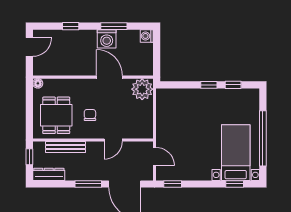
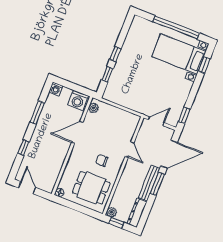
washing machine: (107, 39) -> (78, 100), moved, turned 90
window: (233, 85) -> (107, 74), moved
plant: (142, 89) -> (94, 108), width x0.53, depth x0.53
plant: (39, 147) -> (111, 212), added
bench: (66, 147) -> (149, 183), moved

